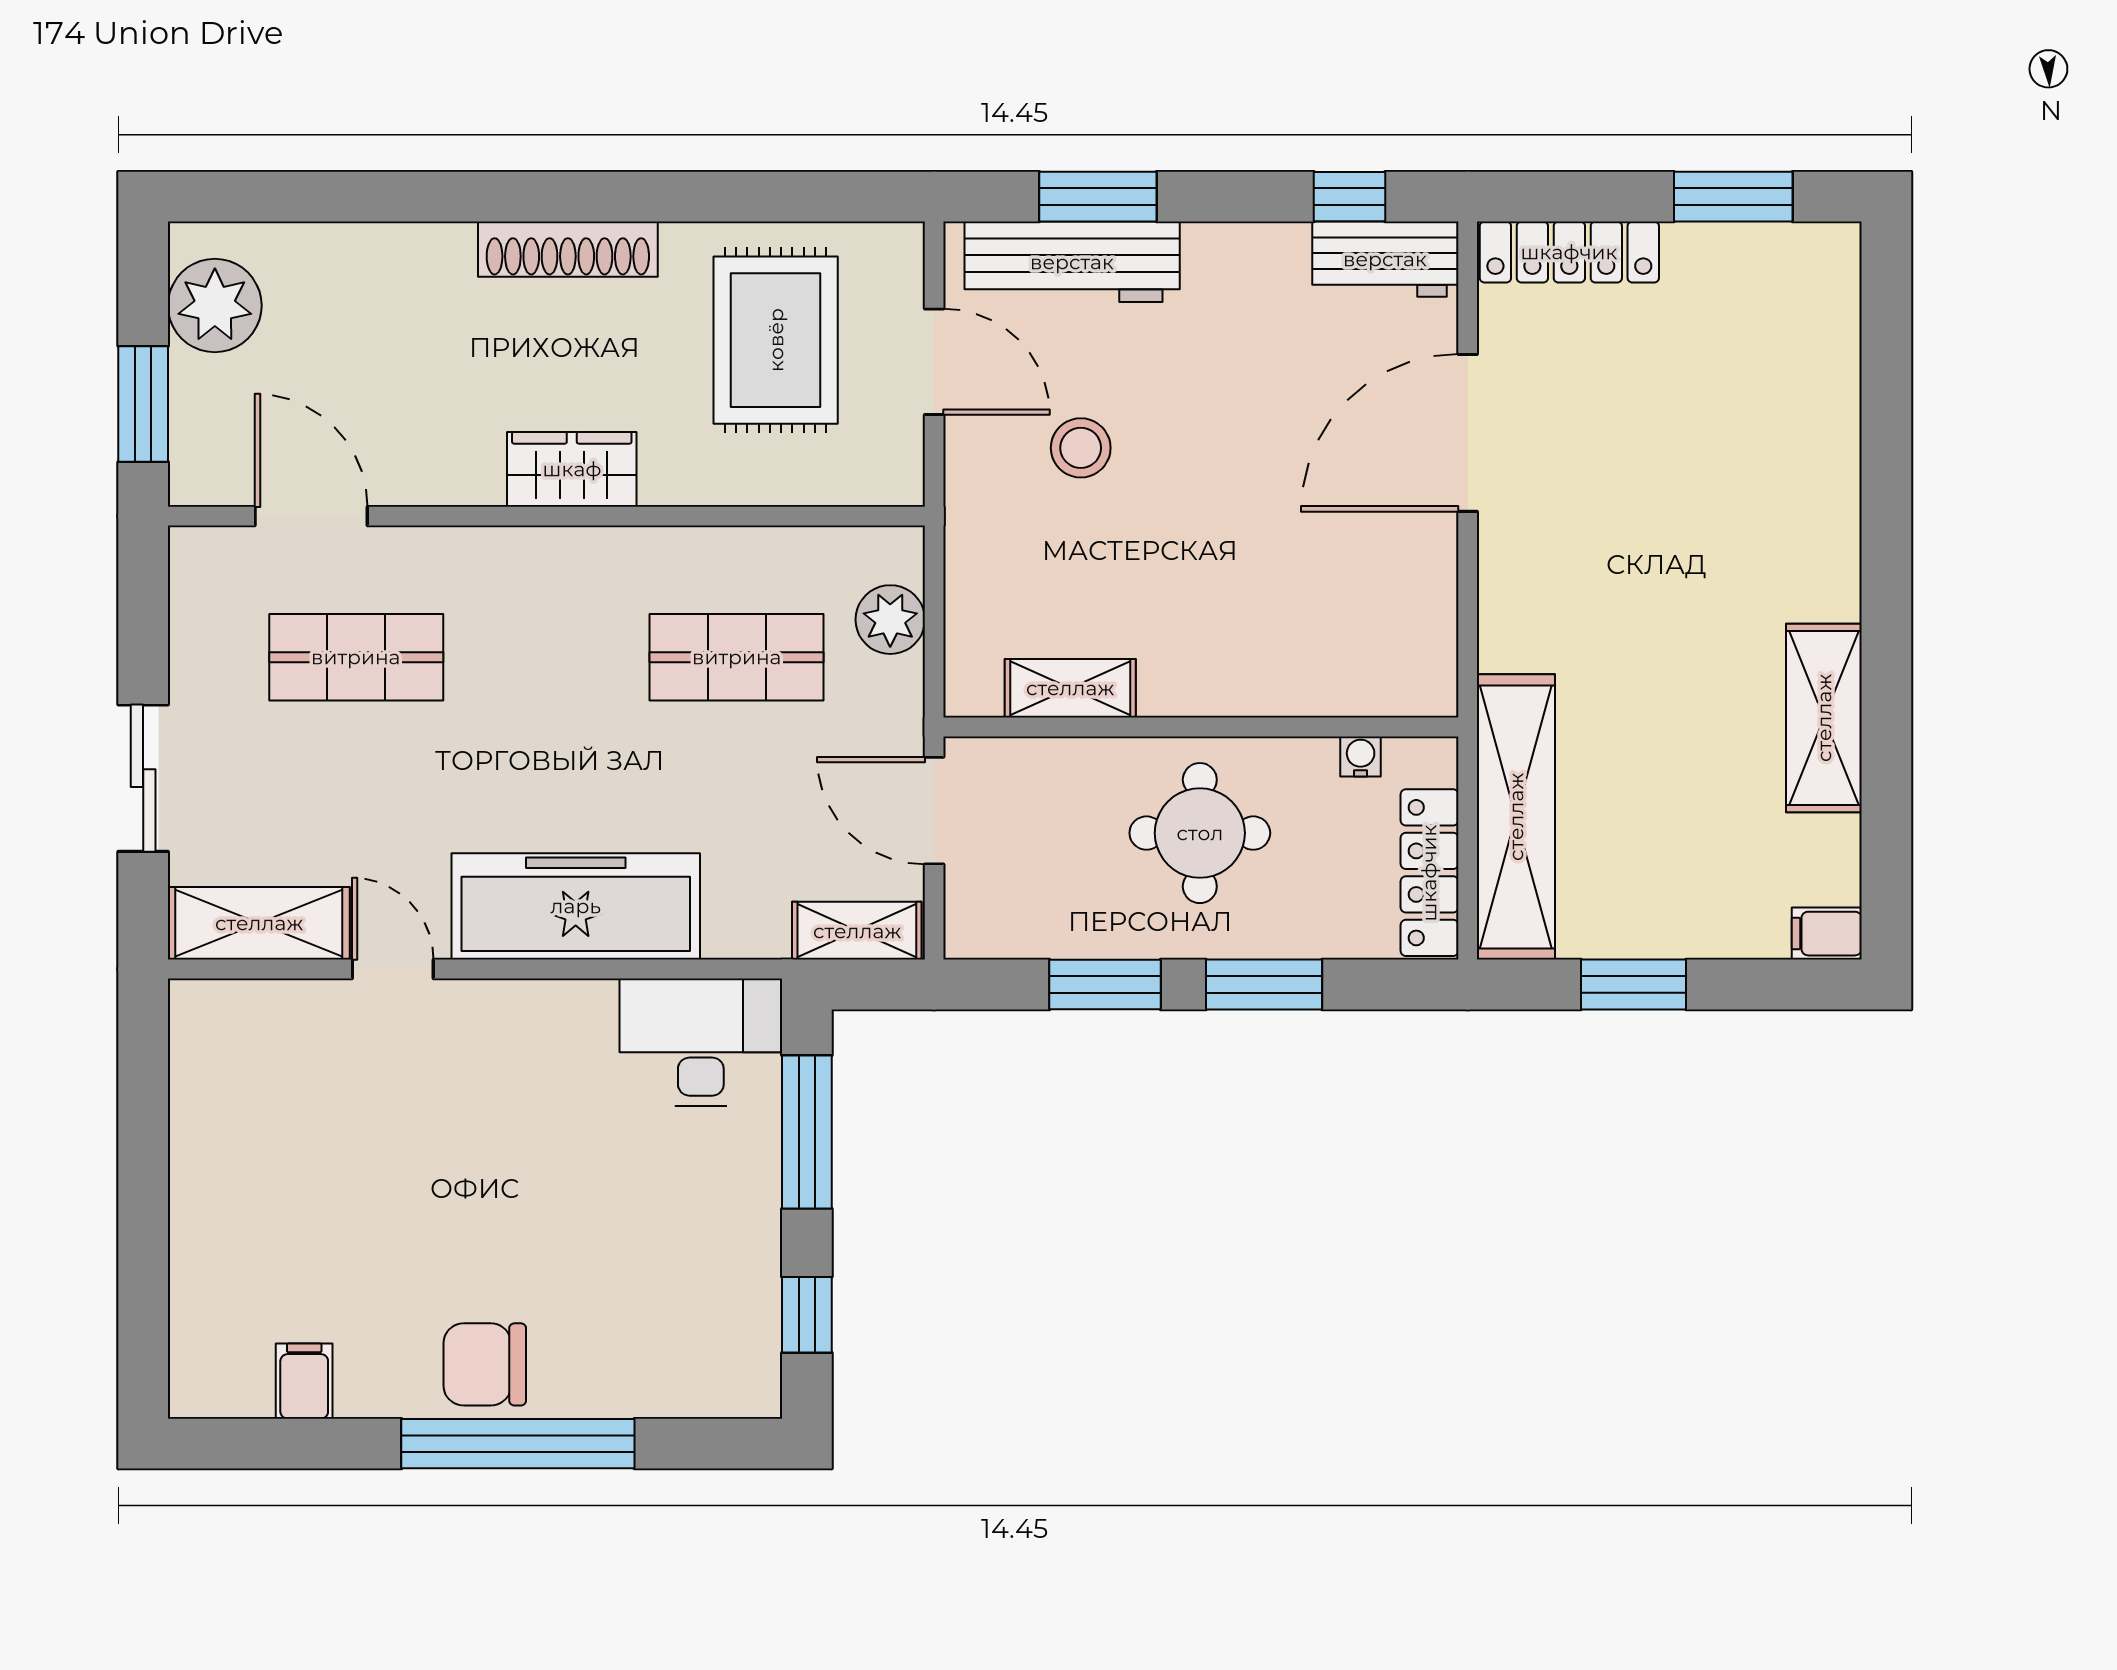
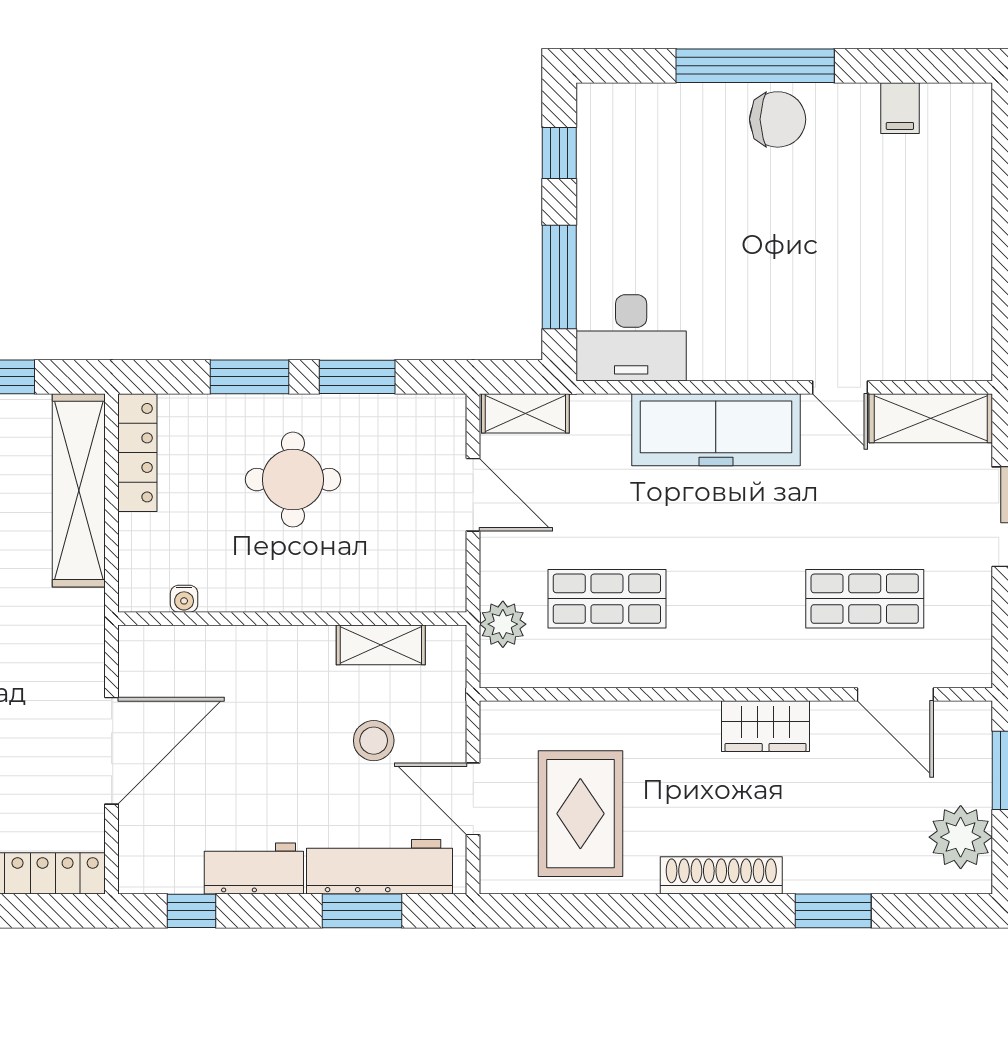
window: (403, 197) -> (833, 911), added
workbench: (1385, 259) -> (254, 868), moved
wardrobe: (572, 469) -> (766, 726), moved
shelving: (1070, 688) -> (381, 645), moved
wall: (1201, 727) -> (292, 619), moved
water cooler: (1361, 756) -> (184, 599), moved

